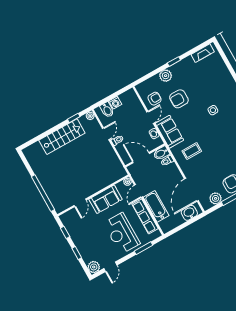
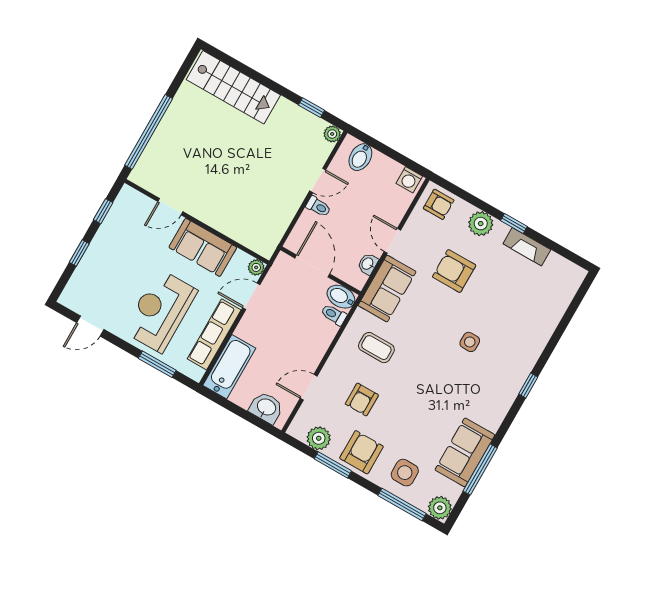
fireplace: (203, 53) -> (527, 247), moved
armchair: (155, 99) -> (439, 204), moved
washing machine: (115, 103) -> (409, 180), moved
door: (151, 117) -> (392, 241), swing flipped
stairs: (62, 137) -> (233, 87), moved
armchair: (210, 170) -> (362, 399), added
door: (191, 190) -> (309, 387), width x0.53
bathtub: (156, 206) -> (229, 367), moved
plant: (94, 267) -> (73, 297), removed

